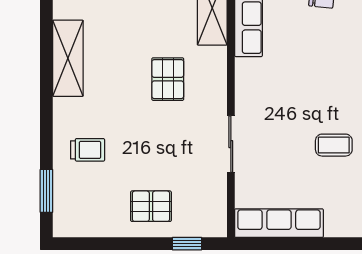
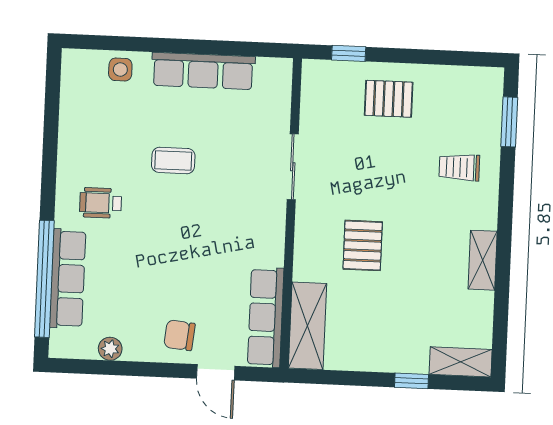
shelving: (68, 58) -> (483, 260), width x0.67, depth x0.75
row of seats: (279, 223) -> (203, 71), moved

